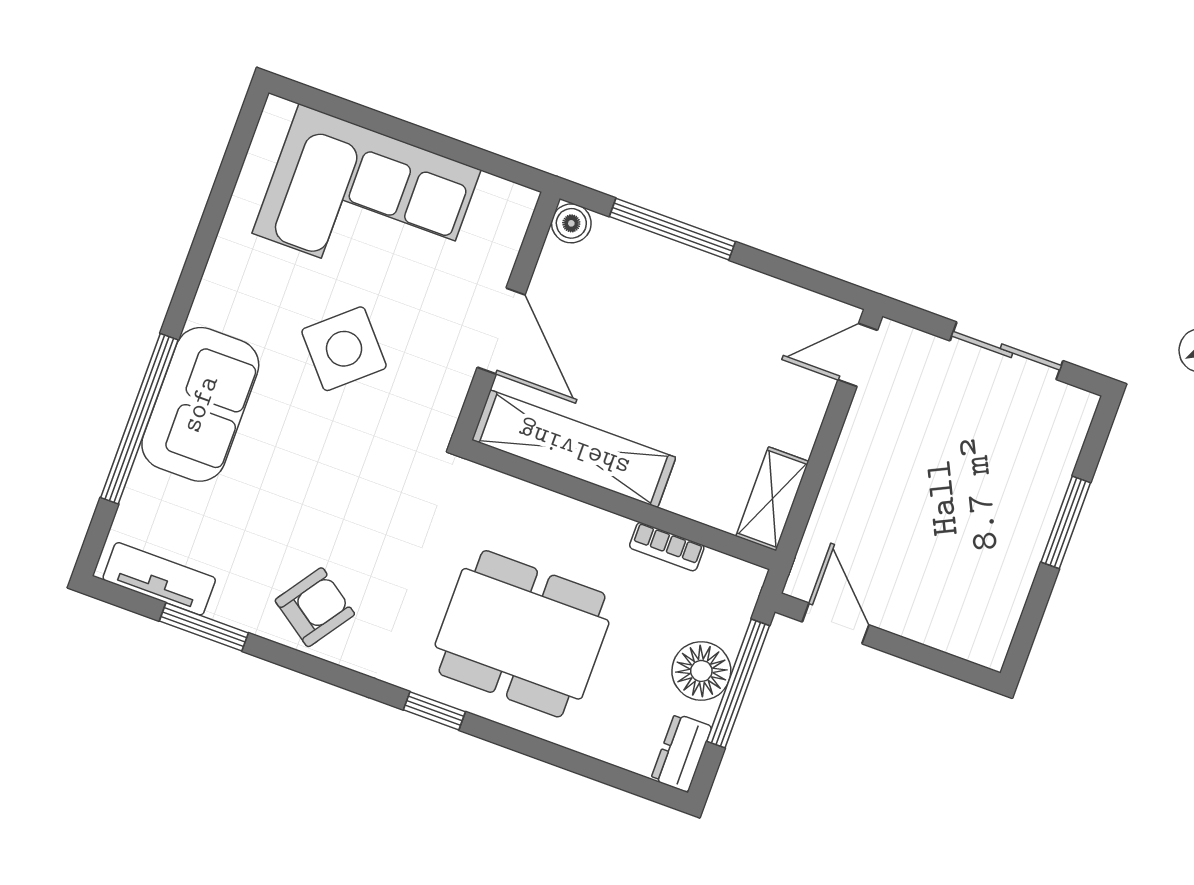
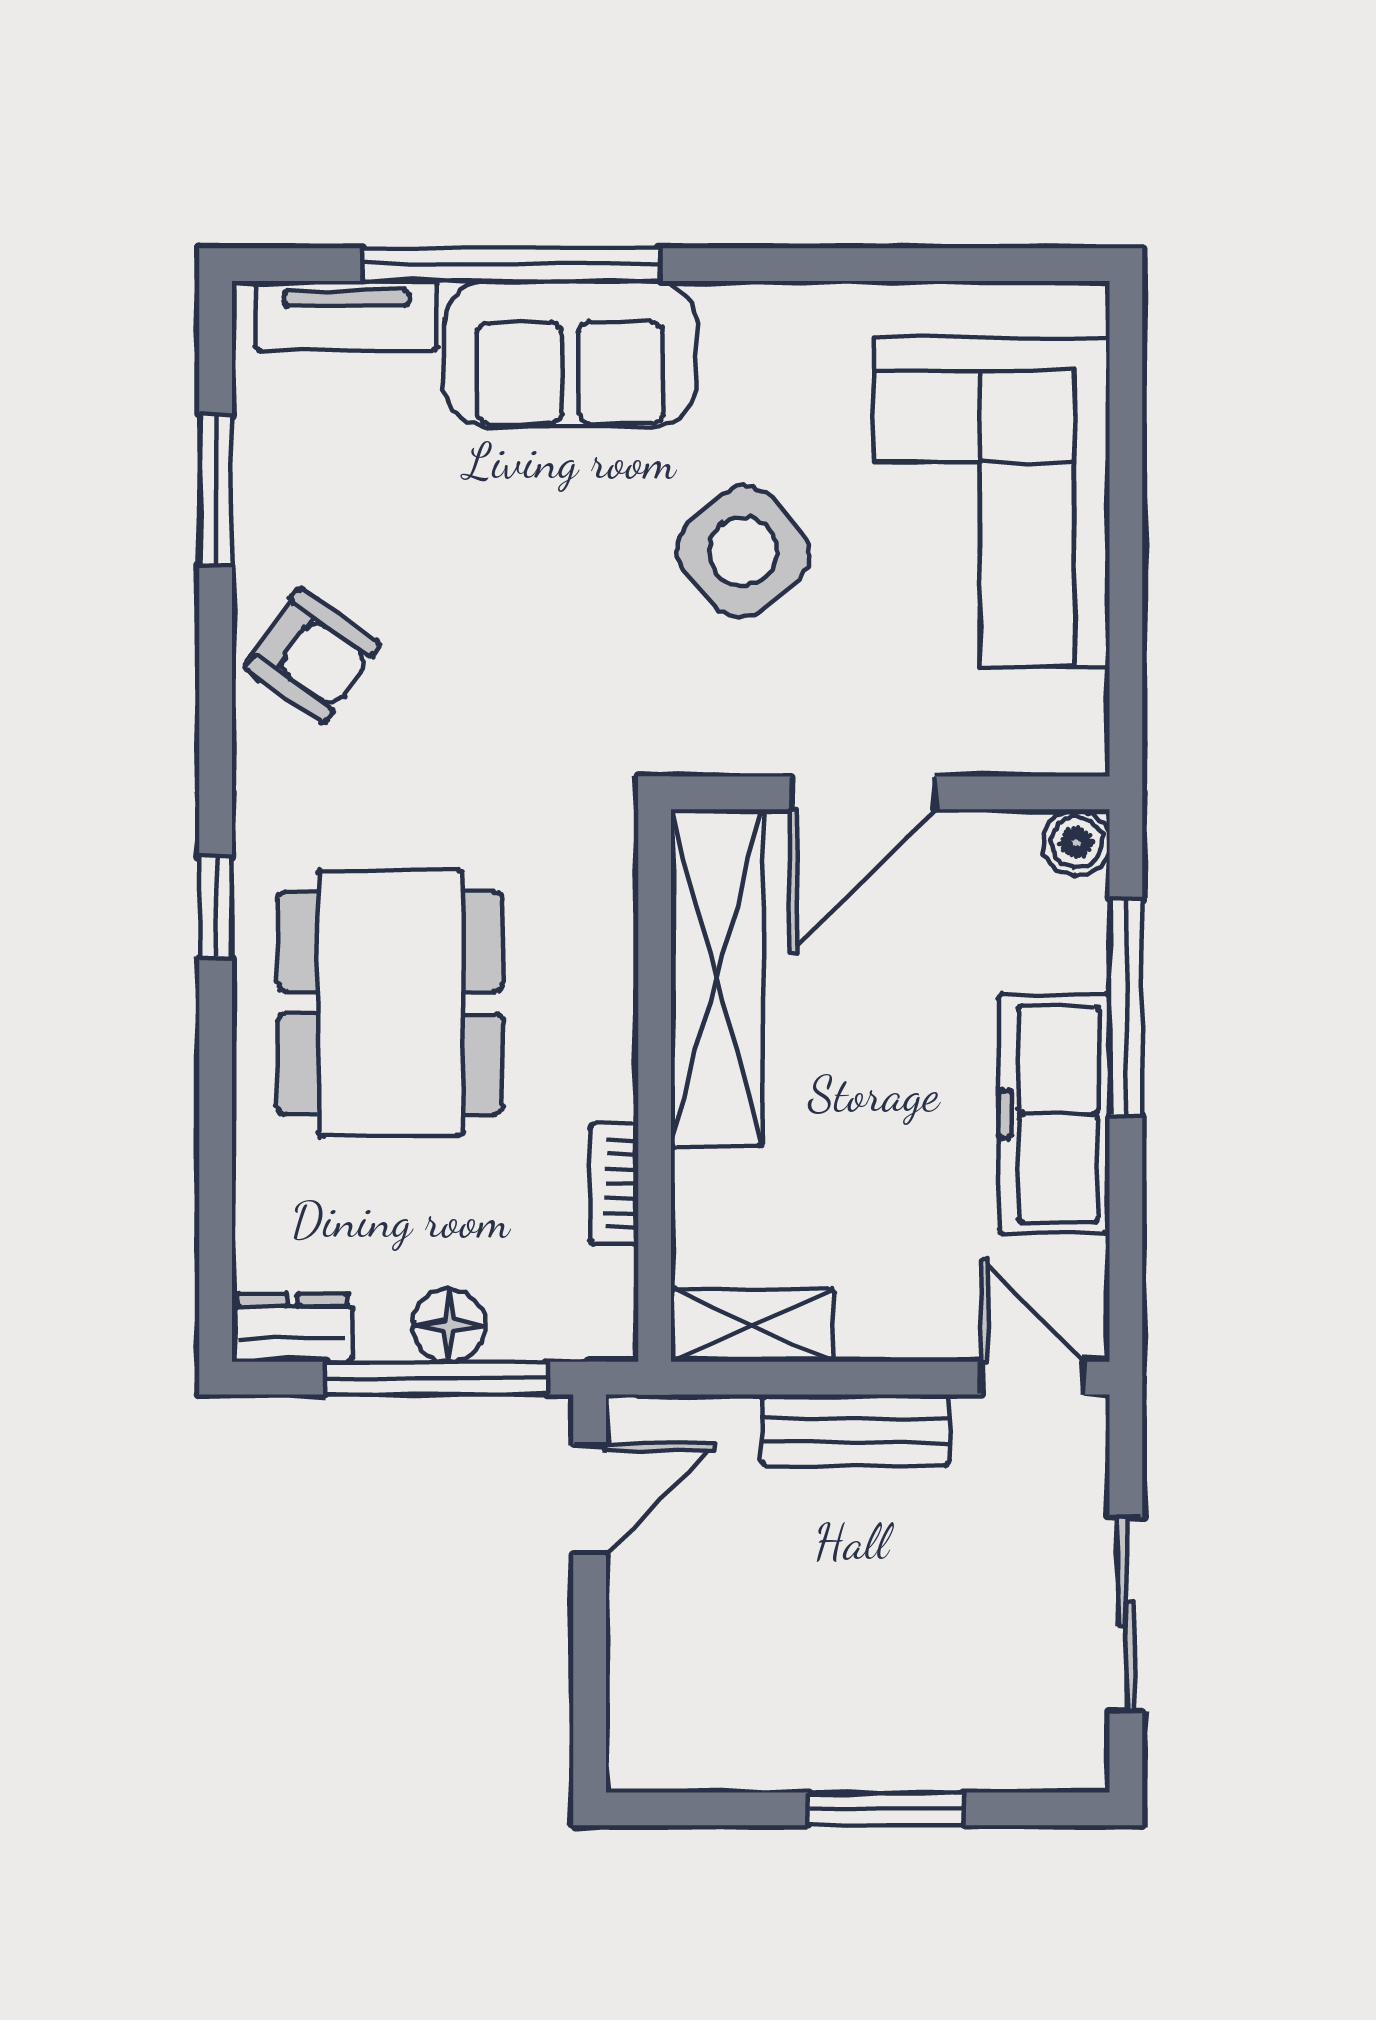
freezer: (716, 290) -> (1054, 1114), added
bench: (851, 463) -> (855, 1430), added
tv unit: (159, 579) -> (346, 316), moved, turned 90
floor lamp: (701, 671) -> (449, 1325), width x0.73, depth x0.73

